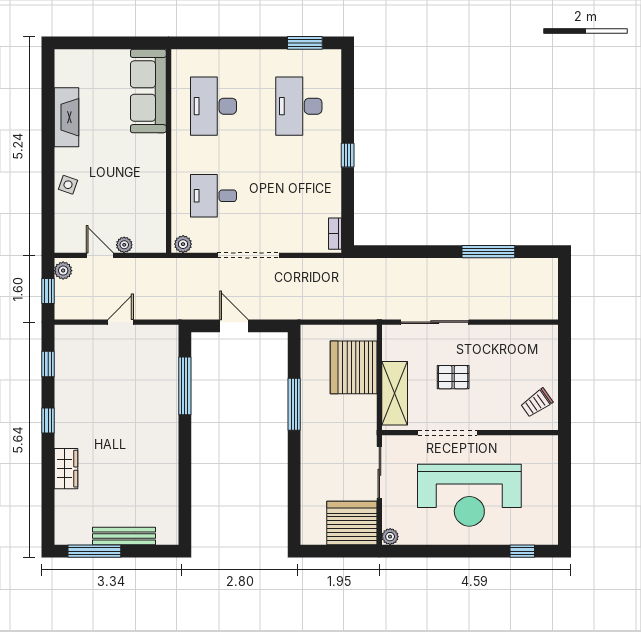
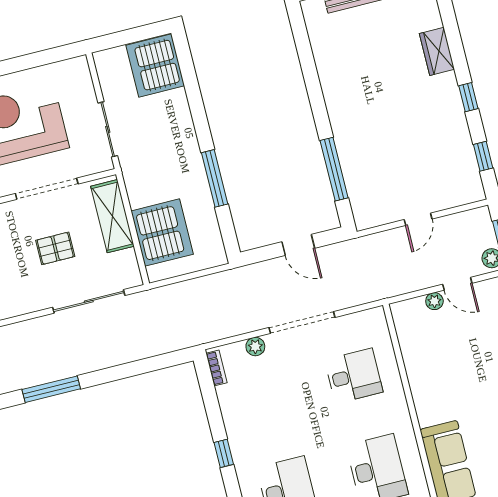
plant: (183, 244) -> (255, 347), moved
server rack: (352, 523) -> (155, 66), moved, turned 90
plant: (390, 537) -> (80, 65), removed

